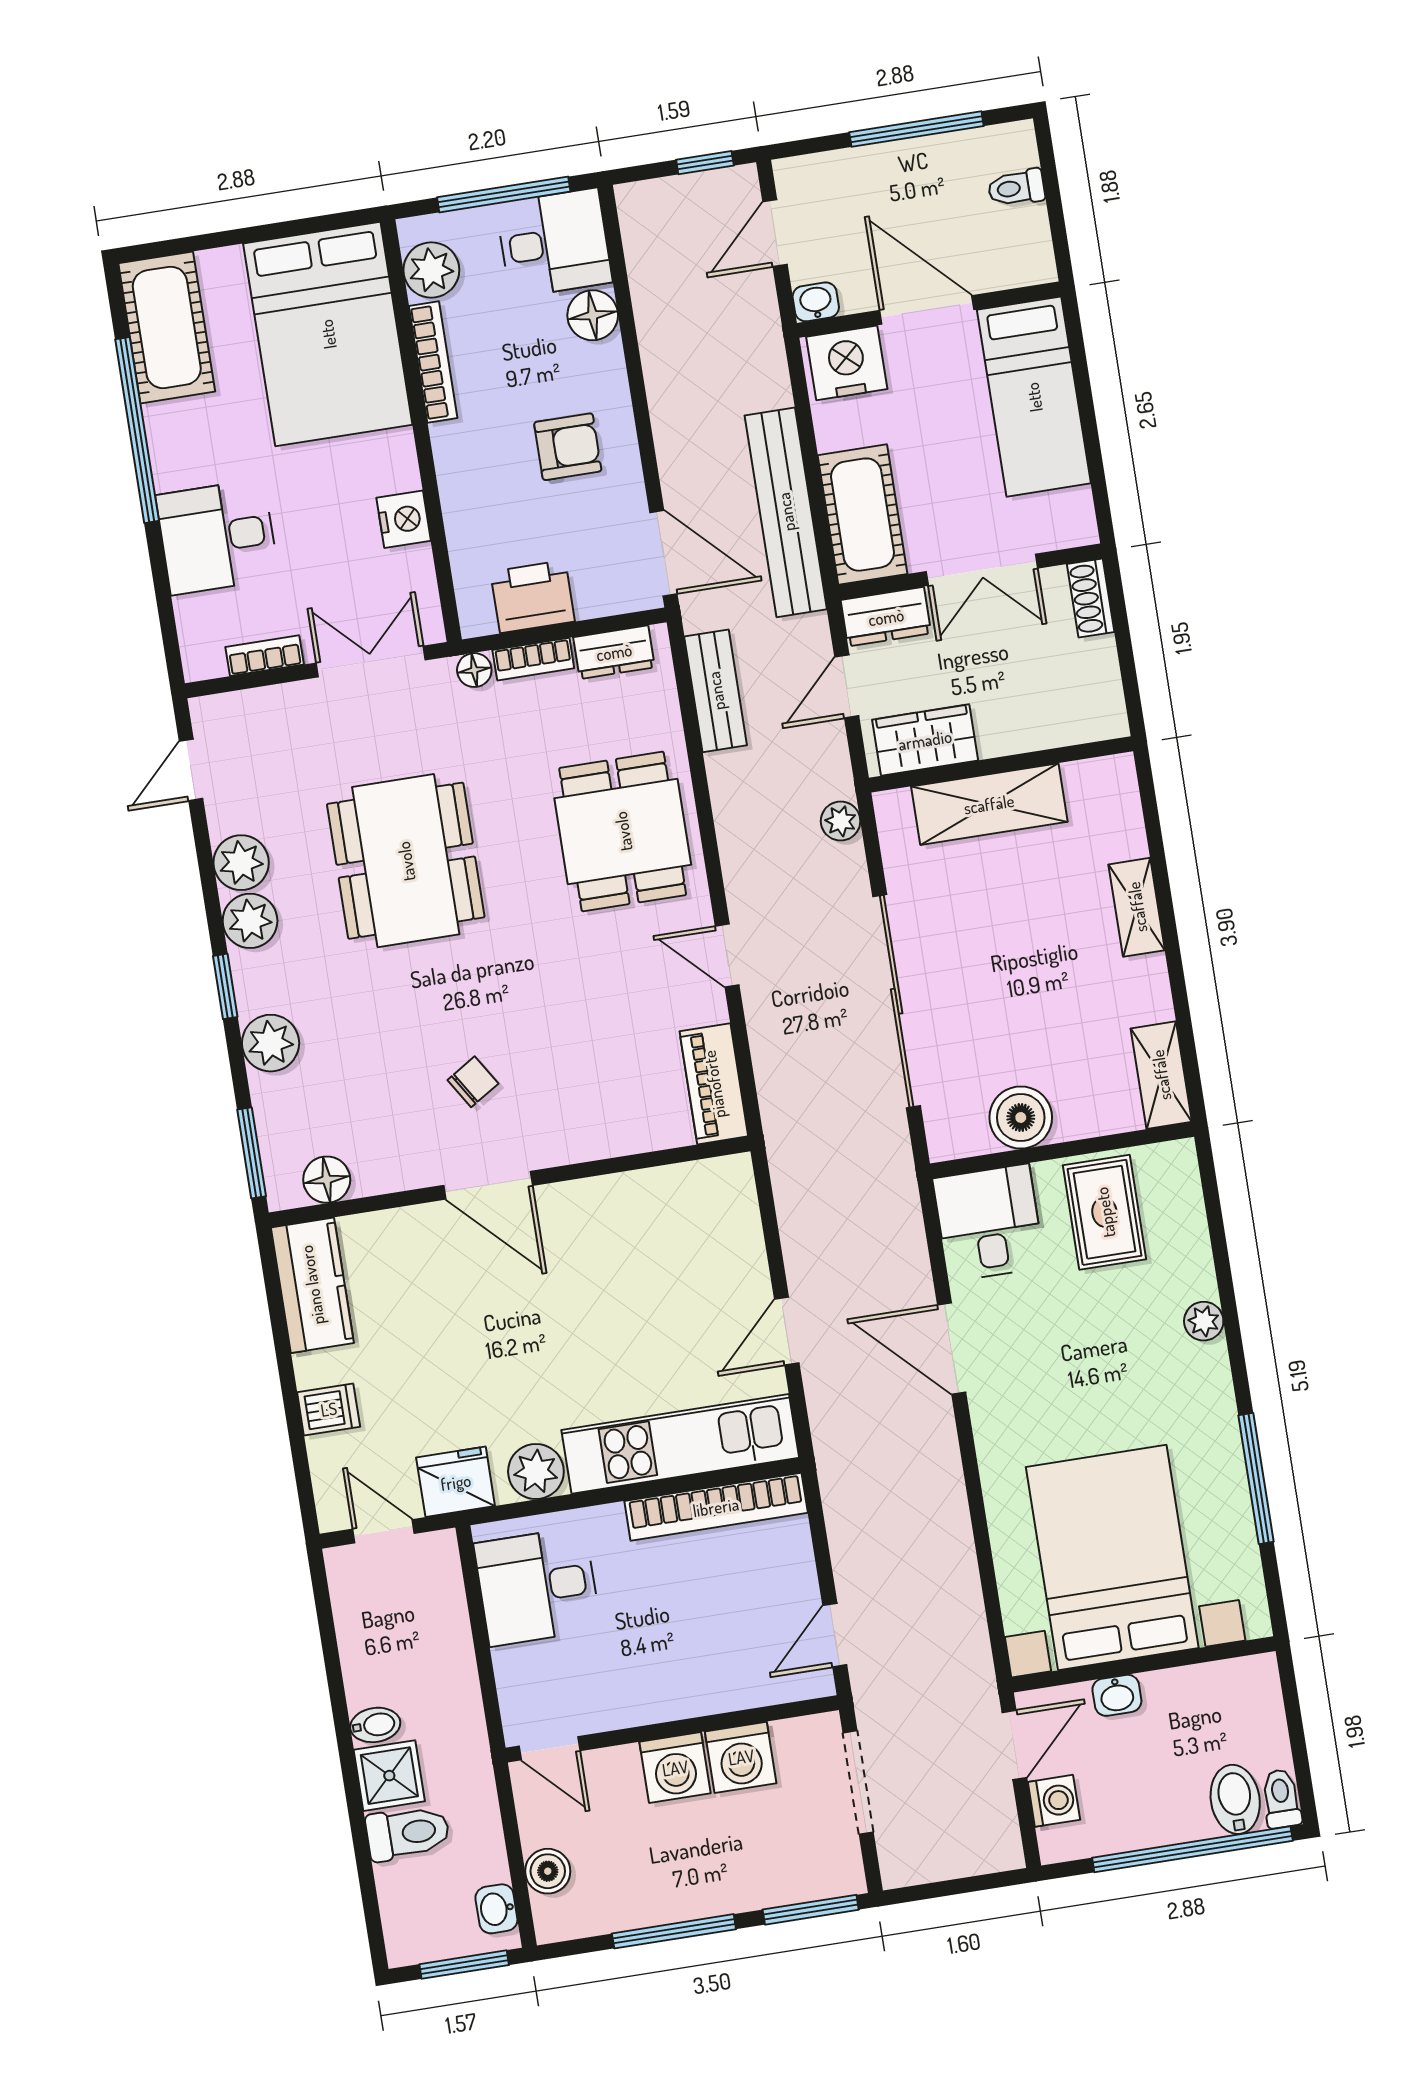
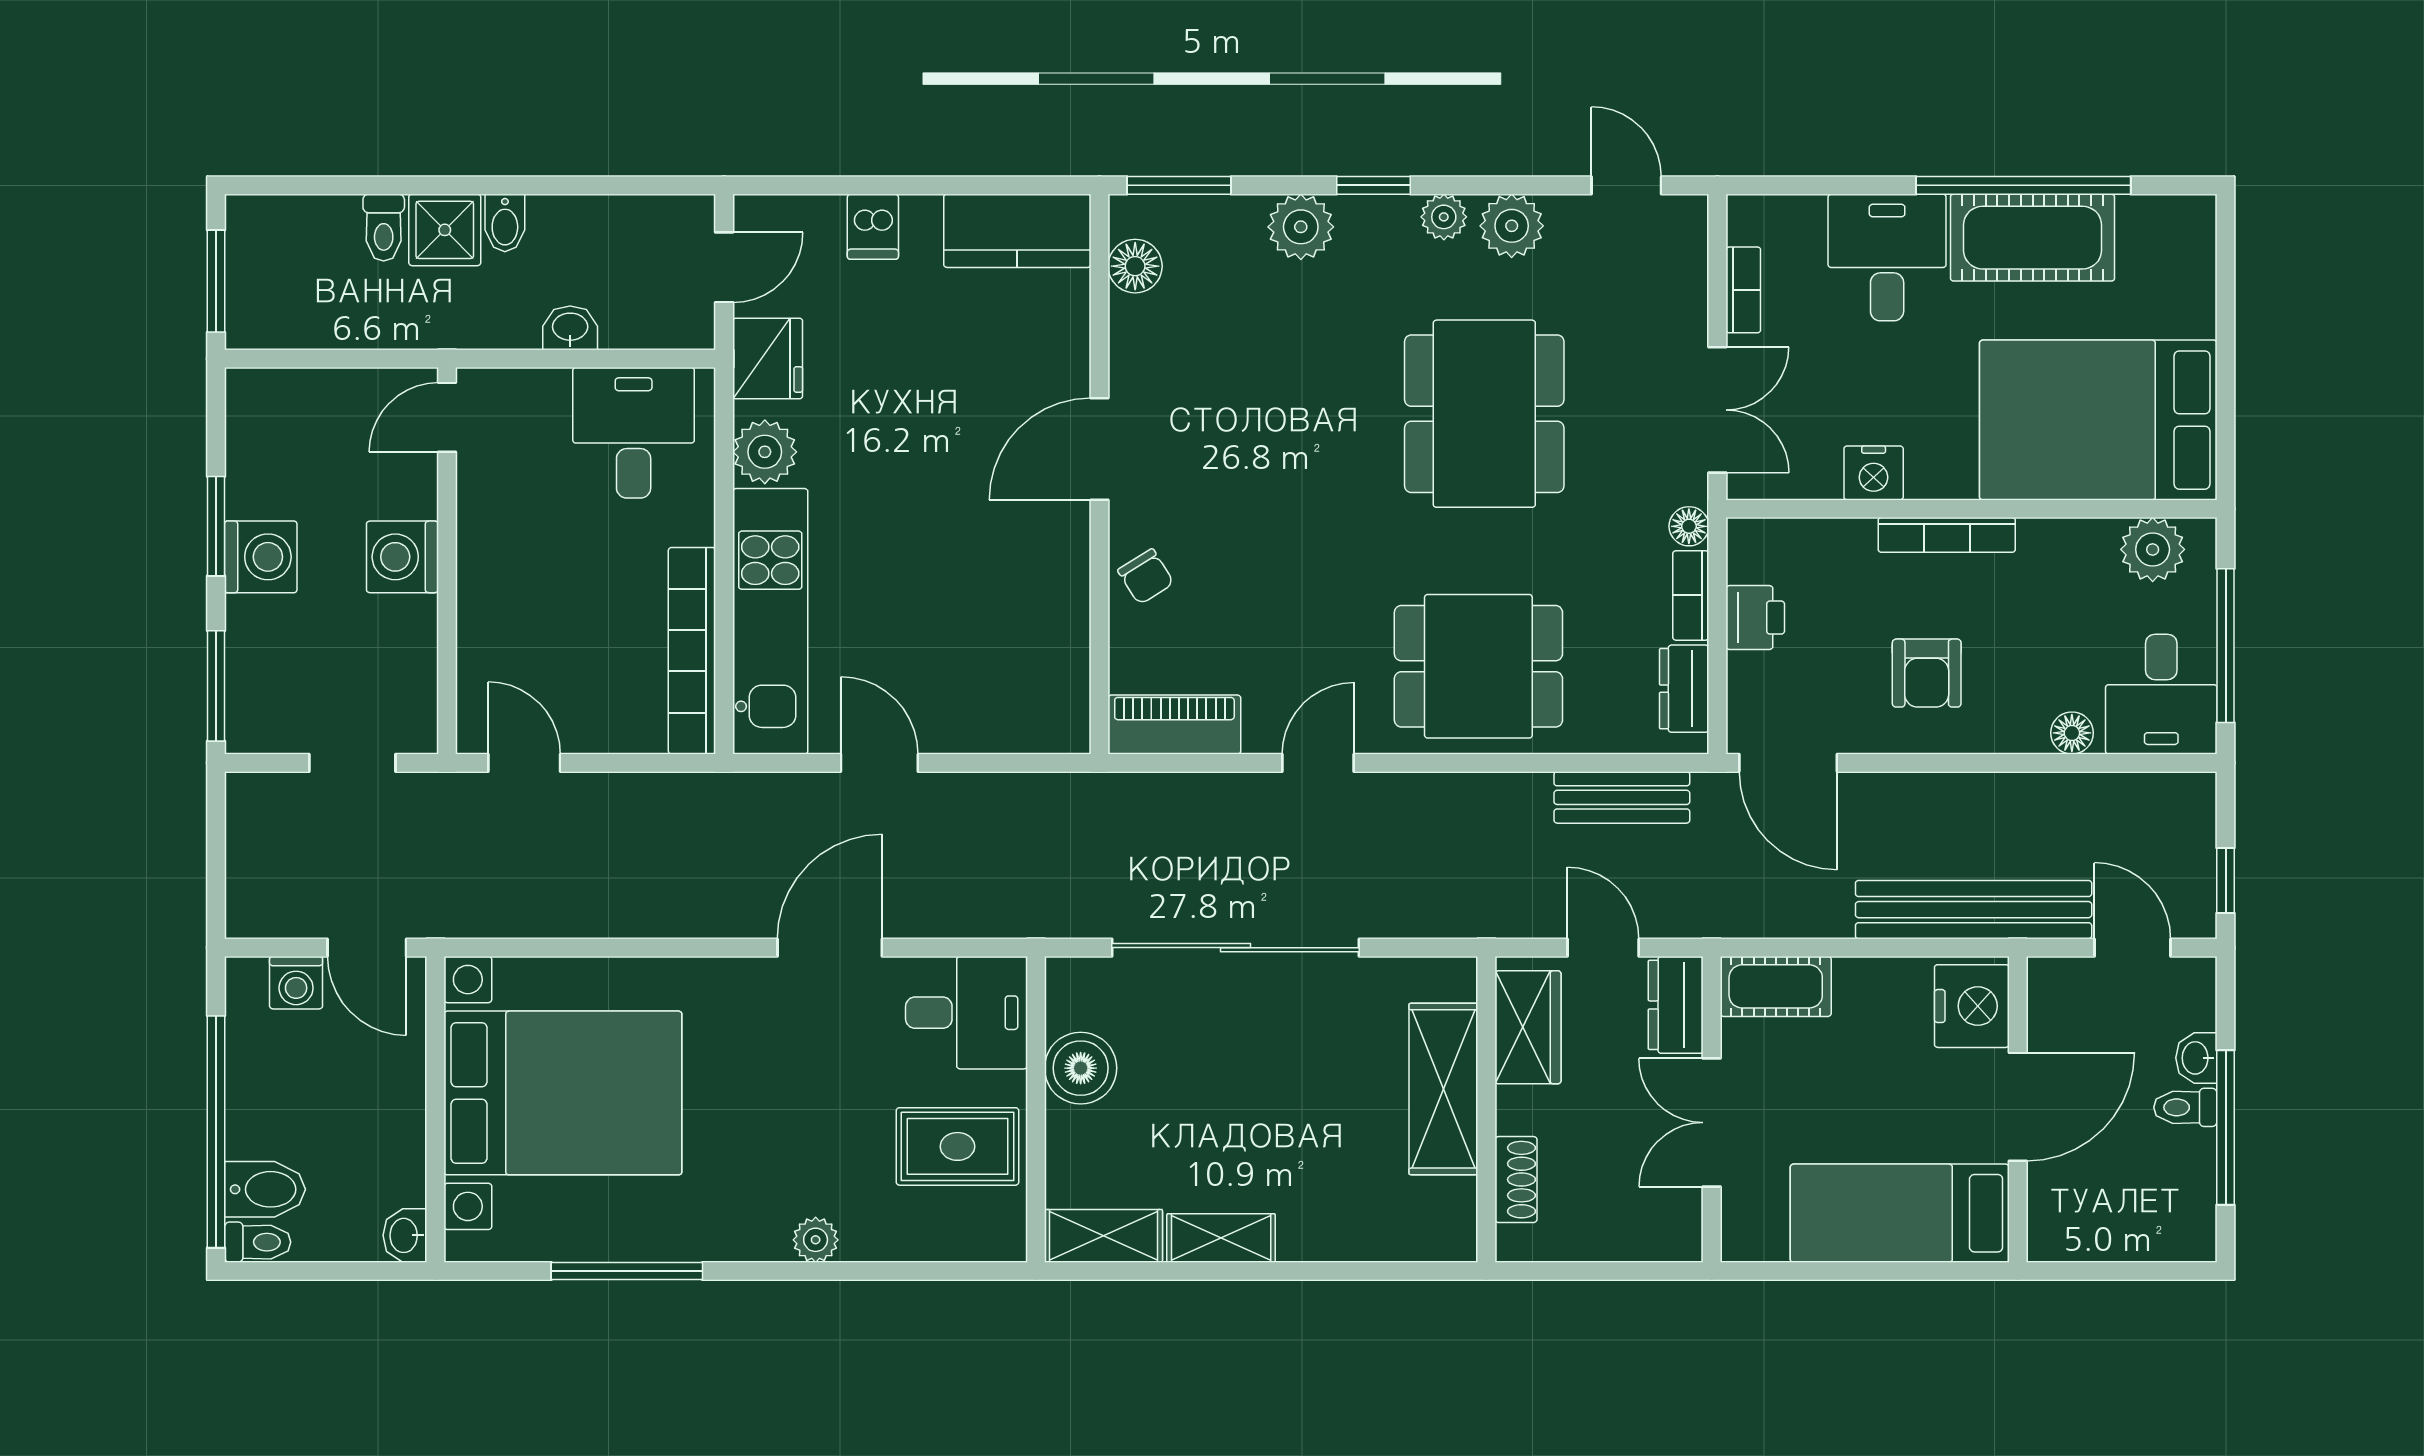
toilet: (1016, 188) -> (2185, 1107), moved, turned -90
washbasin: (816, 302) -> (2196, 1058), moved, turned 180
floor lamp: (593, 315) -> (2072, 733), width x0.73, depth x0.73
cot: (167, 327) -> (2033, 238), moved
bookcase: (433, 362) -> (1947, 535), moved
bench: (786, 512) -> (1974, 910), moved
cot: (863, 515) -> (1776, 986), width x0.73, depth x0.75
door: (663, 553) -> (1788, 763), hinge flipped
printer: (533, 597) -> (1755, 618), width x0.73, depth x0.81
shoe rack: (1091, 598) -> (1516, 1180), moved, turned 90
plant: (841, 821) -> (1451, 916), removed
dining table: (406, 861) -> (1484, 414), turned 90
shelving: (1137, 907) -> (1221, 1238), moved
plant: (250, 921) -> (1444, 217), width x0.73, depth x0.73
chair: (473, 1082) -> (1146, 577), moved
washbasin: (1117, 1695) -> (405, 1235), moved
washing machine: (741, 1757) -> (261, 557), moved, turned 180
doorway: (858, 1783) -> (352, 763), width x0.73
toilet: (408, 1833) -> (384, 228), width x0.73, depth x0.72
boiler: (548, 1871) -> (307, 393), removed
washbasin: (496, 1909) -> (570, 328), moved
window: (674, 1931) -> (216, 526), width x0.69

